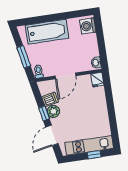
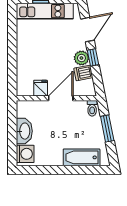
bathtub: (47, 32) -> (82, 157), width x0.73, depth x0.73
washbasin: (96, 63) -> (24, 131), moved, width x1.91, depth x1.45
fridge: (97, 80) -> (41, 88), moved

